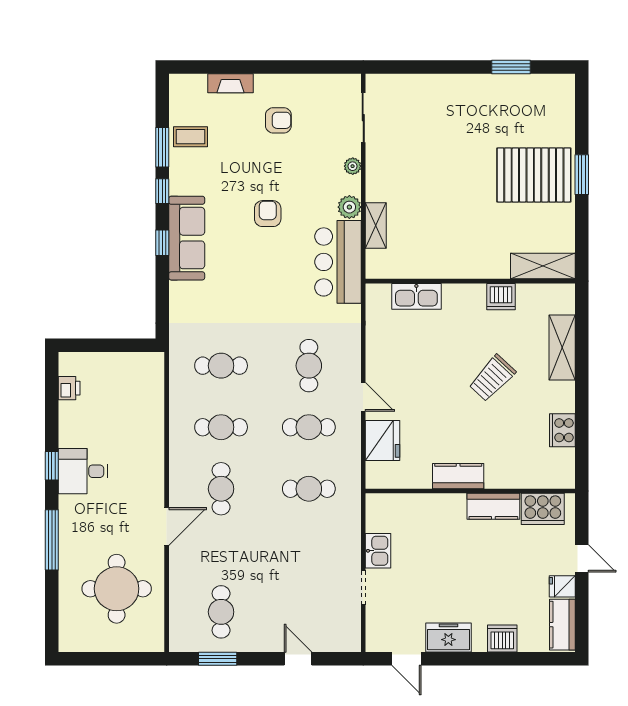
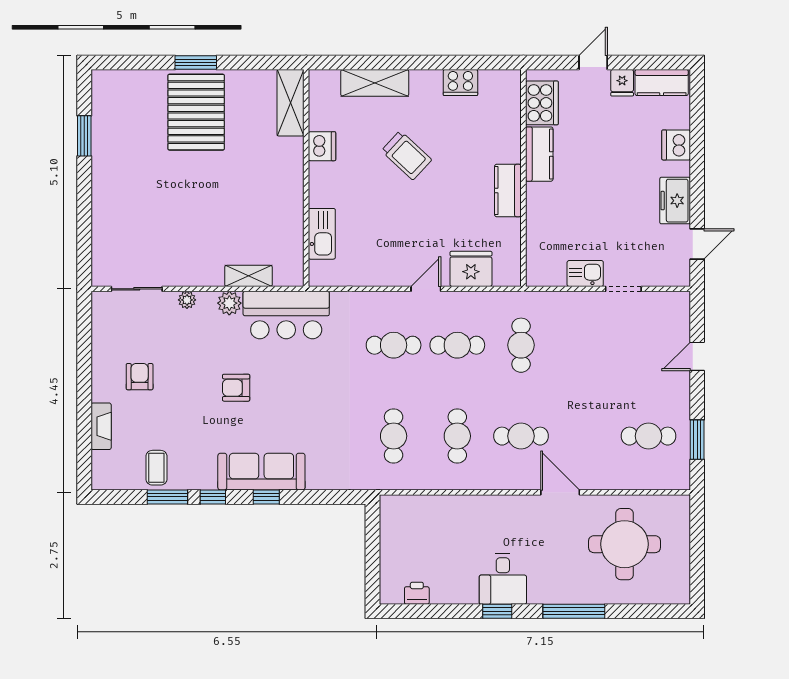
cafe table: (309, 427) -> (457, 345), turned 90

